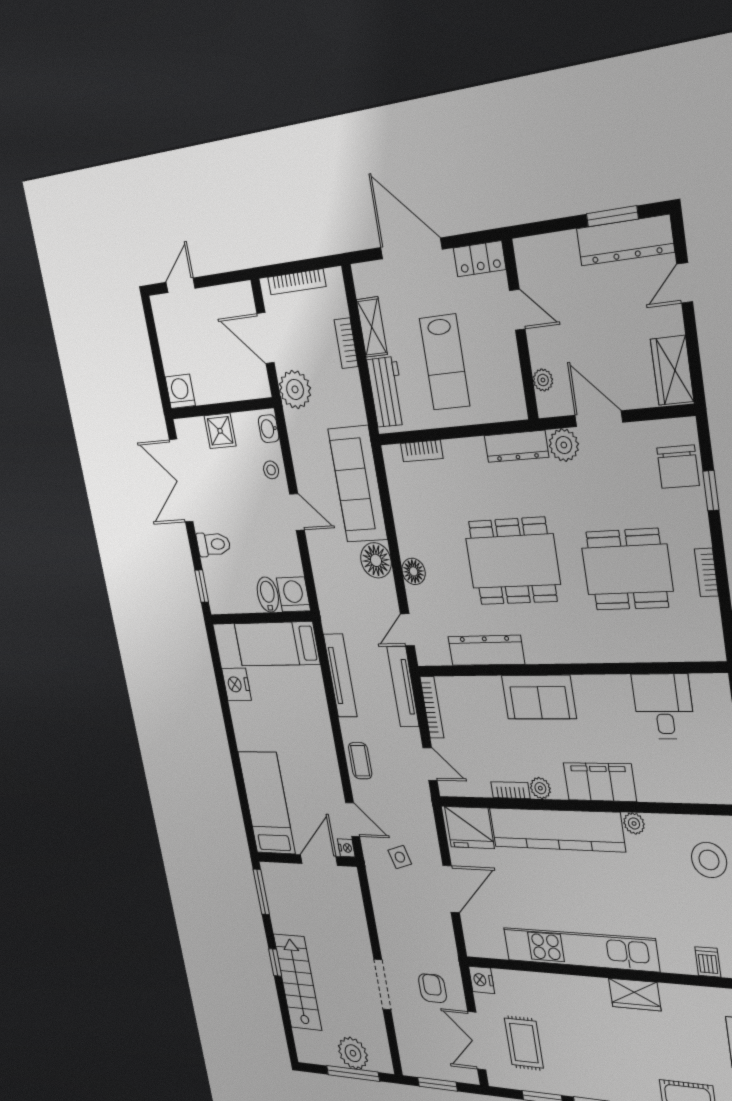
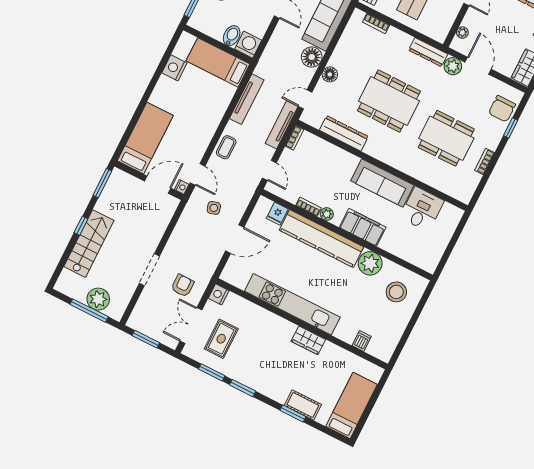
sofa: (539, 697) -> (382, 183), moved, width x1.36
bookcase: (432, 707) -> (295, 138), width x0.64
plant: (634, 823) -> (370, 263), width x1.88, depth x1.88
fridge: (469, 828) -> (277, 214), width x0.53, depth x0.75

